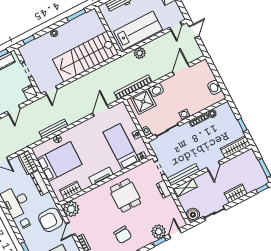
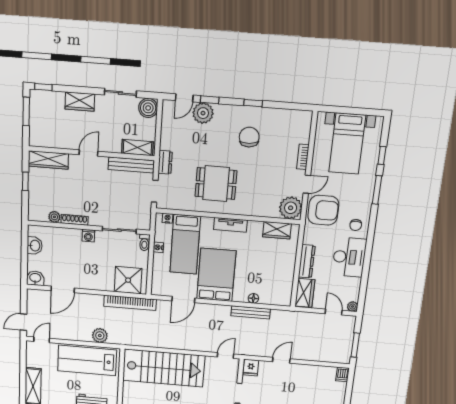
washbasin: (156, 90) -> (35, 278), moved
bed: (59, 162) -> (216, 275), moved, turned 90
dining table: (125, 195) -> (216, 184), turned 90

